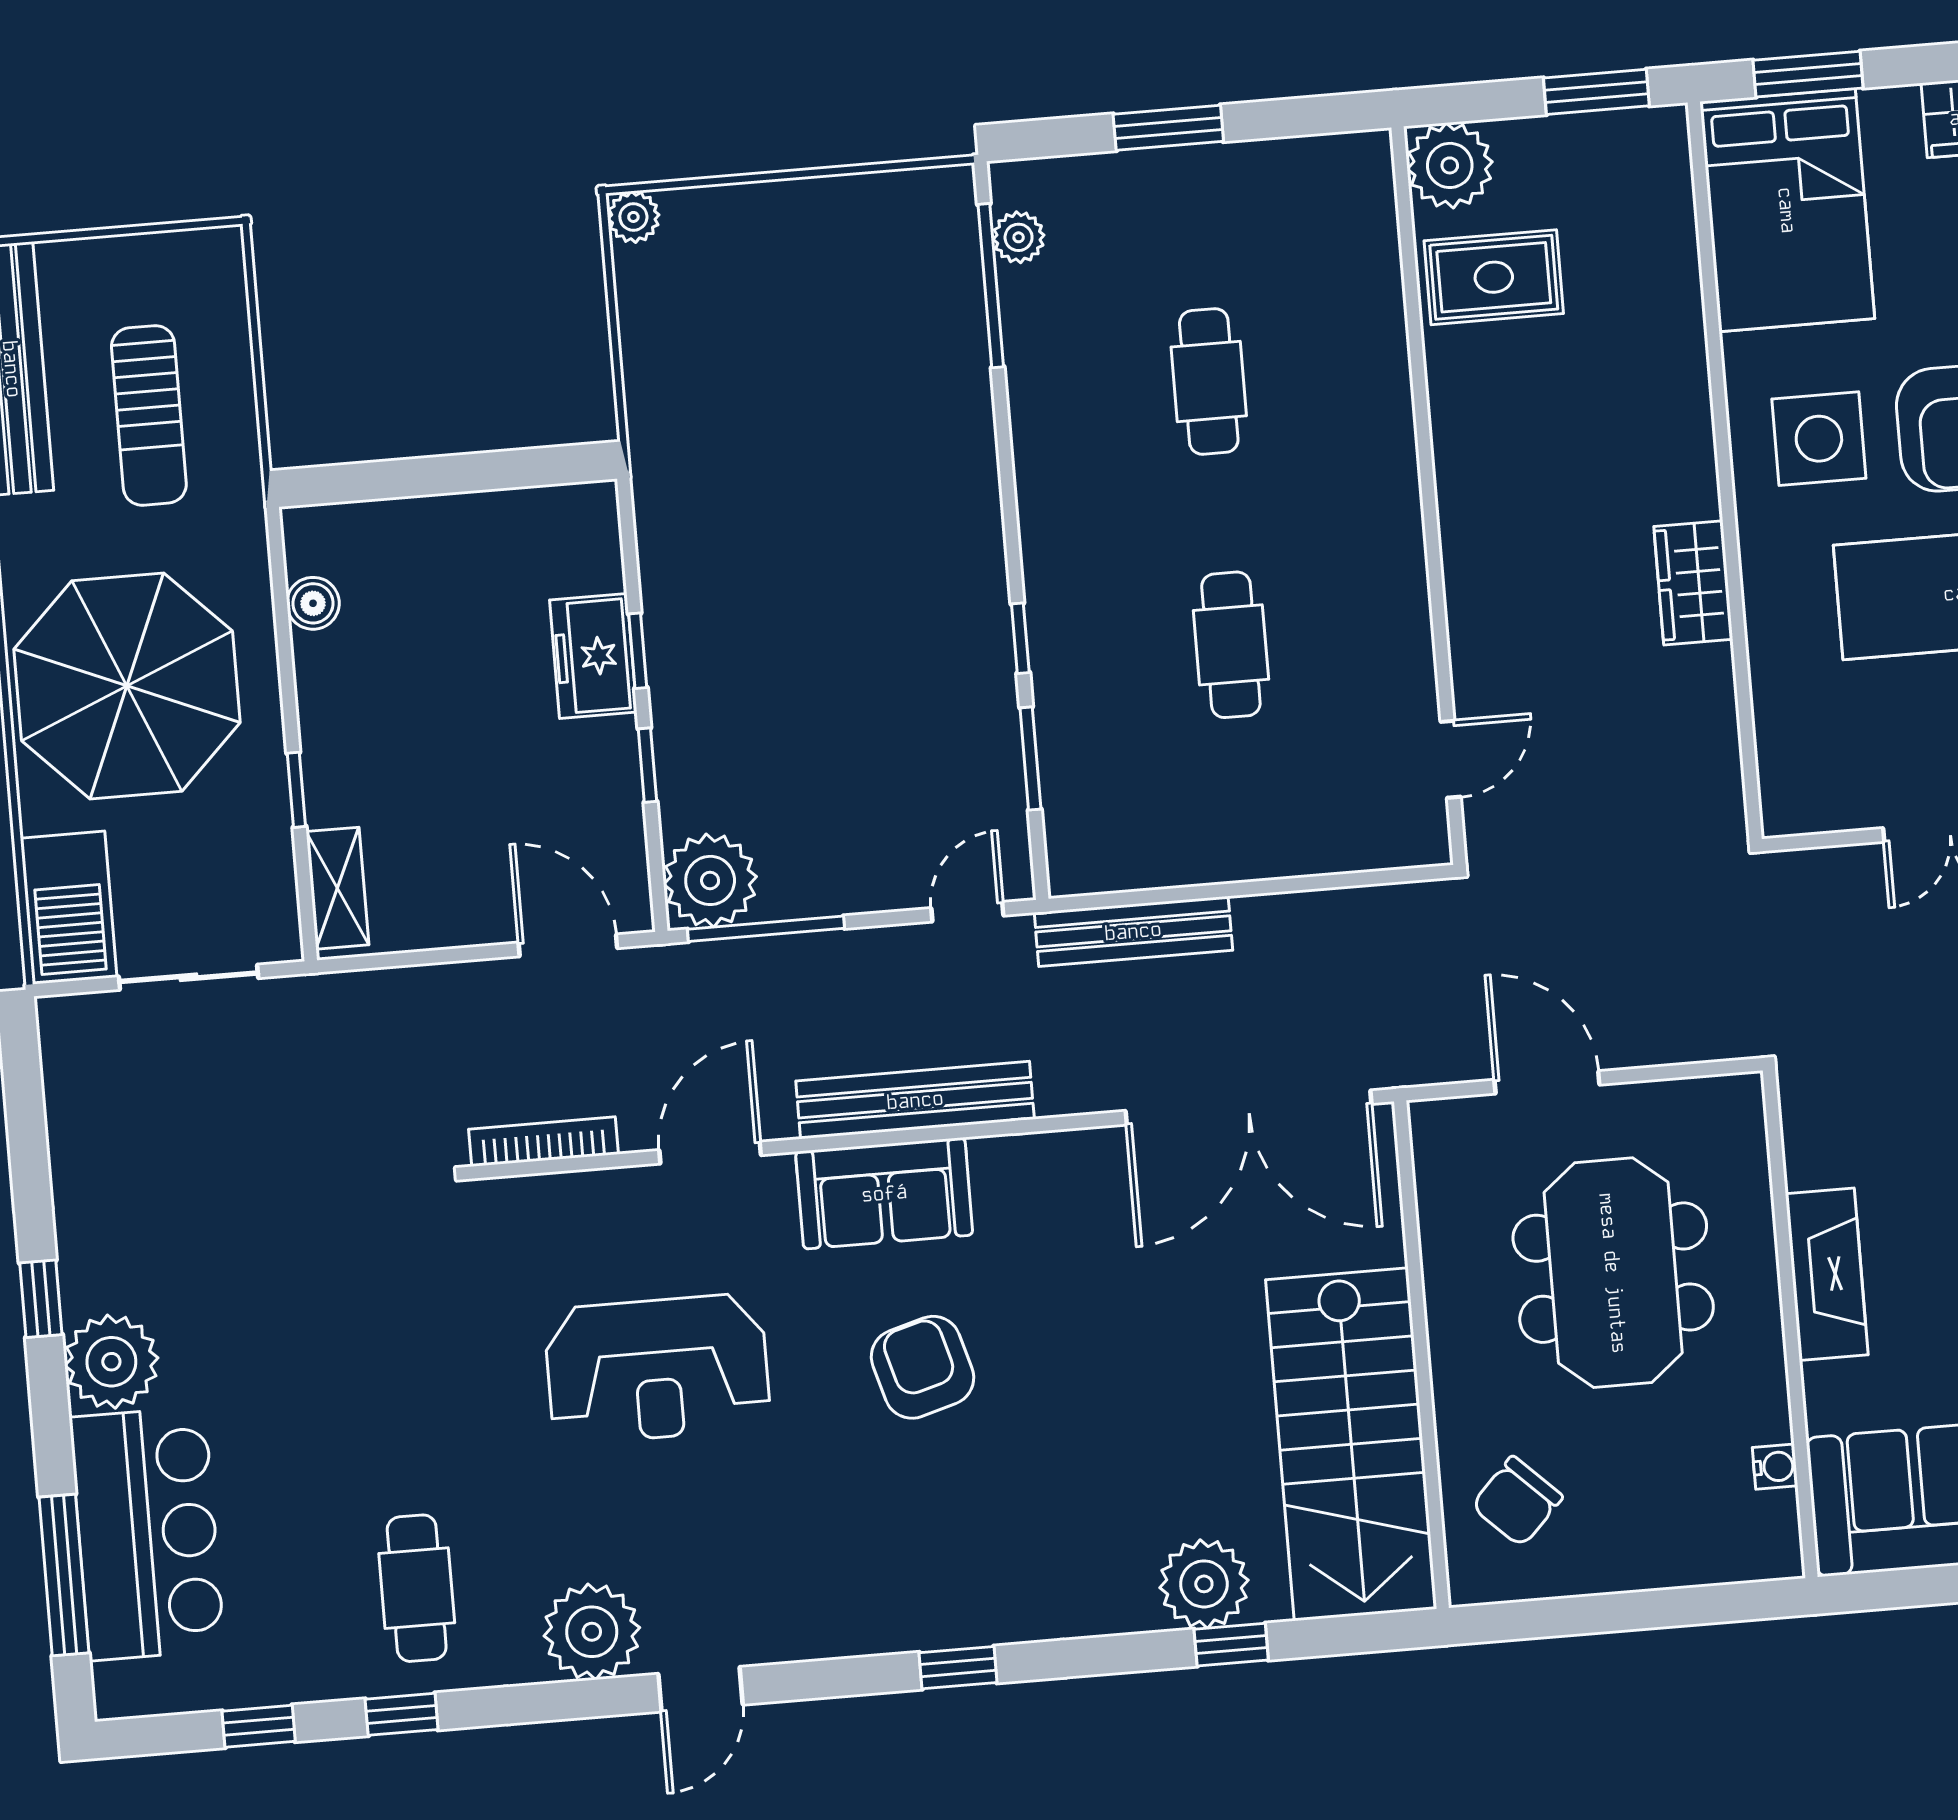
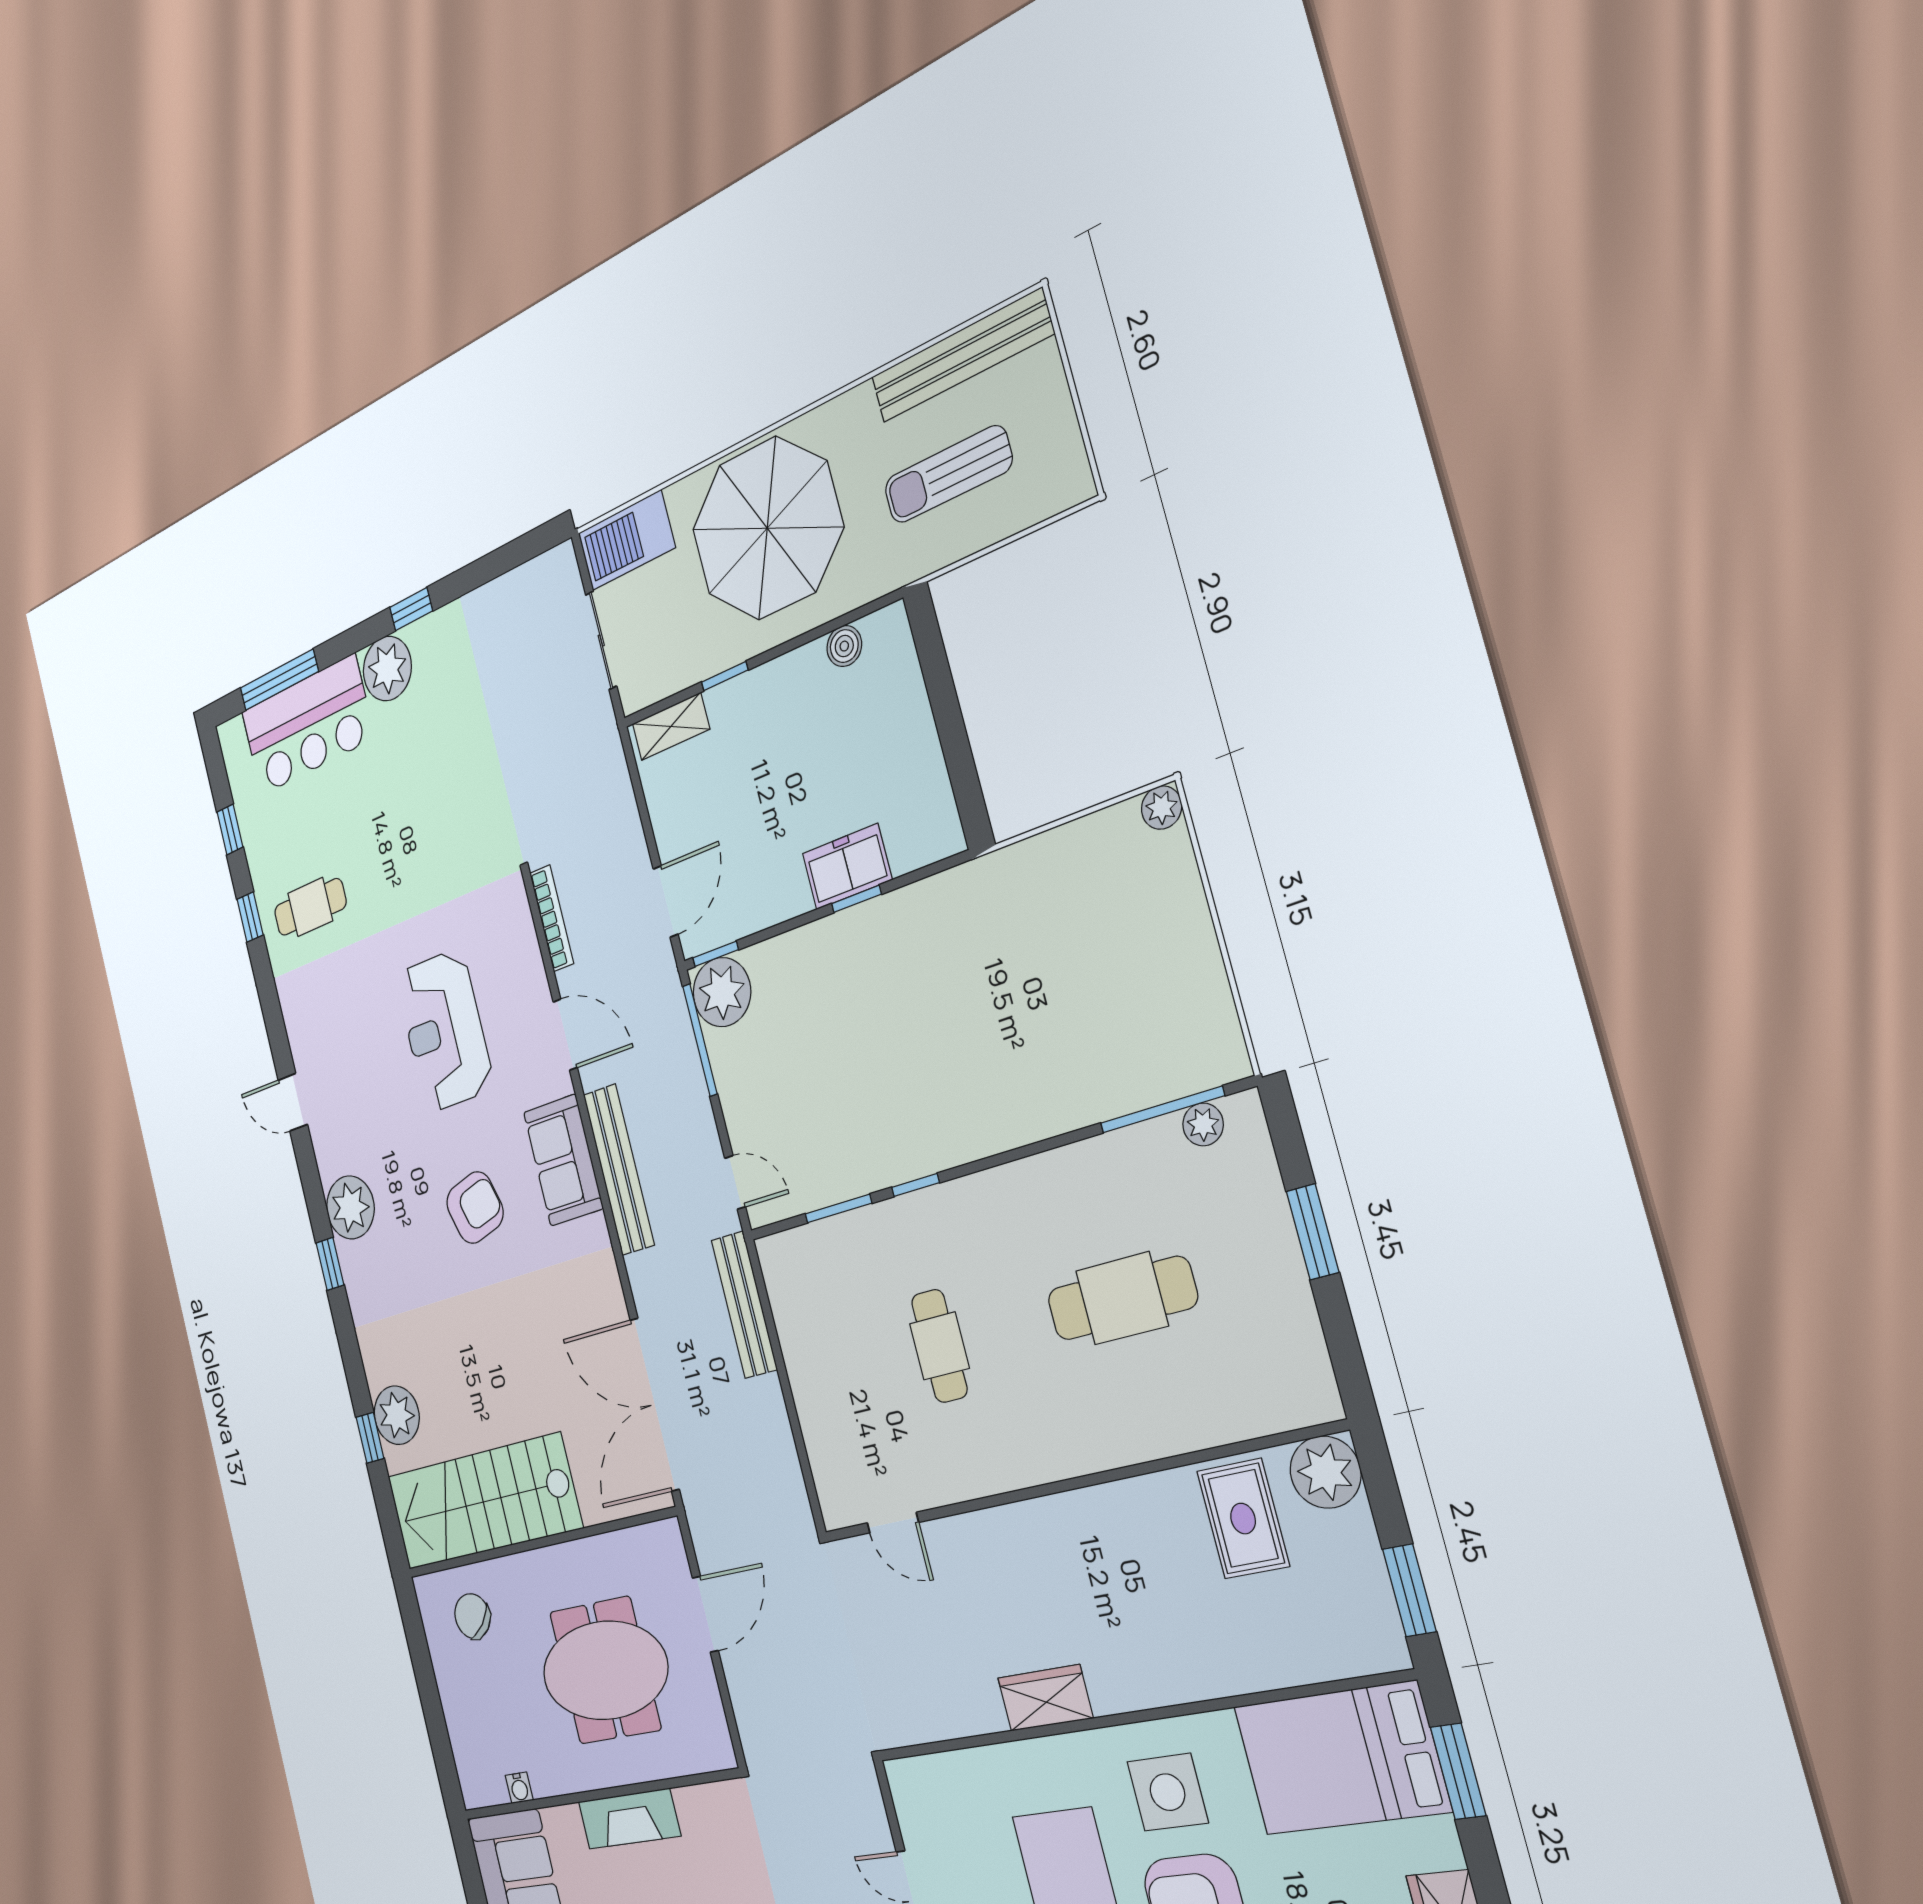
cafe table: (1209, 381) -> (1122, 1298), width x1.37, depth x1.35
cafe table: (1231, 645) -> (939, 1346), turned 90
window: (647, 765) -> (716, 954), moved
plant: (592, 1632) -> (350, 1207), moved

